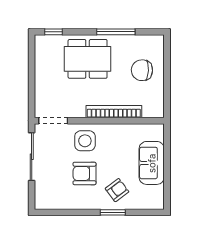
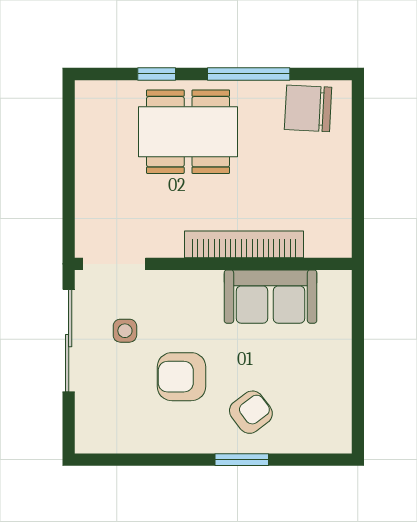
window: (54, 32) -> (157, 74), moved
chair: (142, 70) -> (308, 108), moved
side table: (85, 141) -> (125, 331), moved, width x0.54, depth x0.54
sofa: (152, 163) -> (271, 297), moved, turned -90

